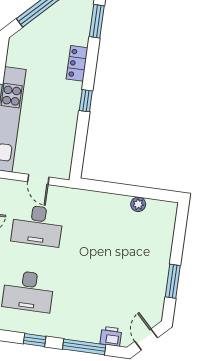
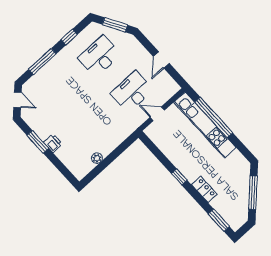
printer: (111, 336) -> (53, 143), moved, turned -90

